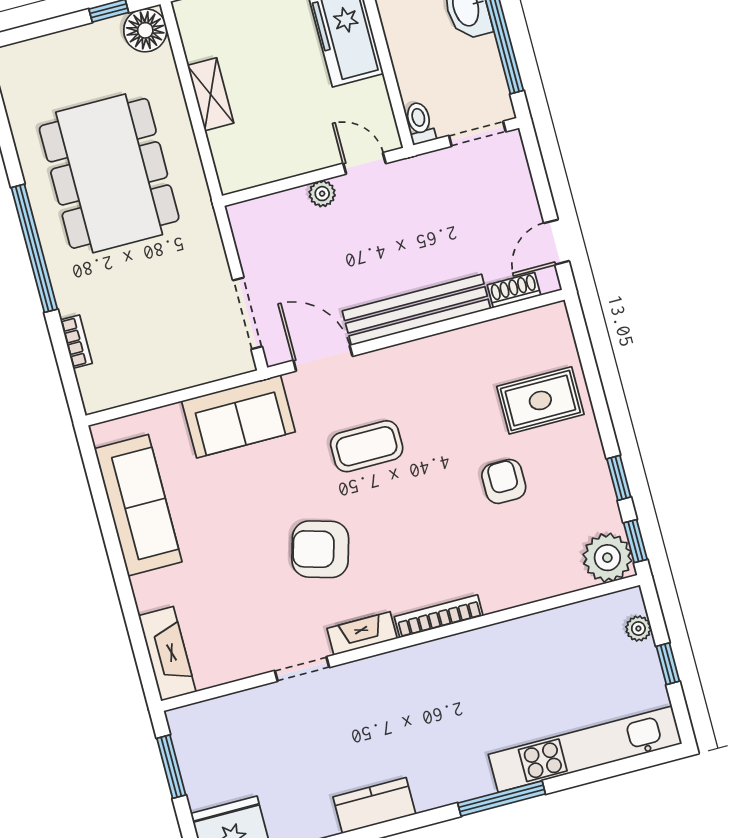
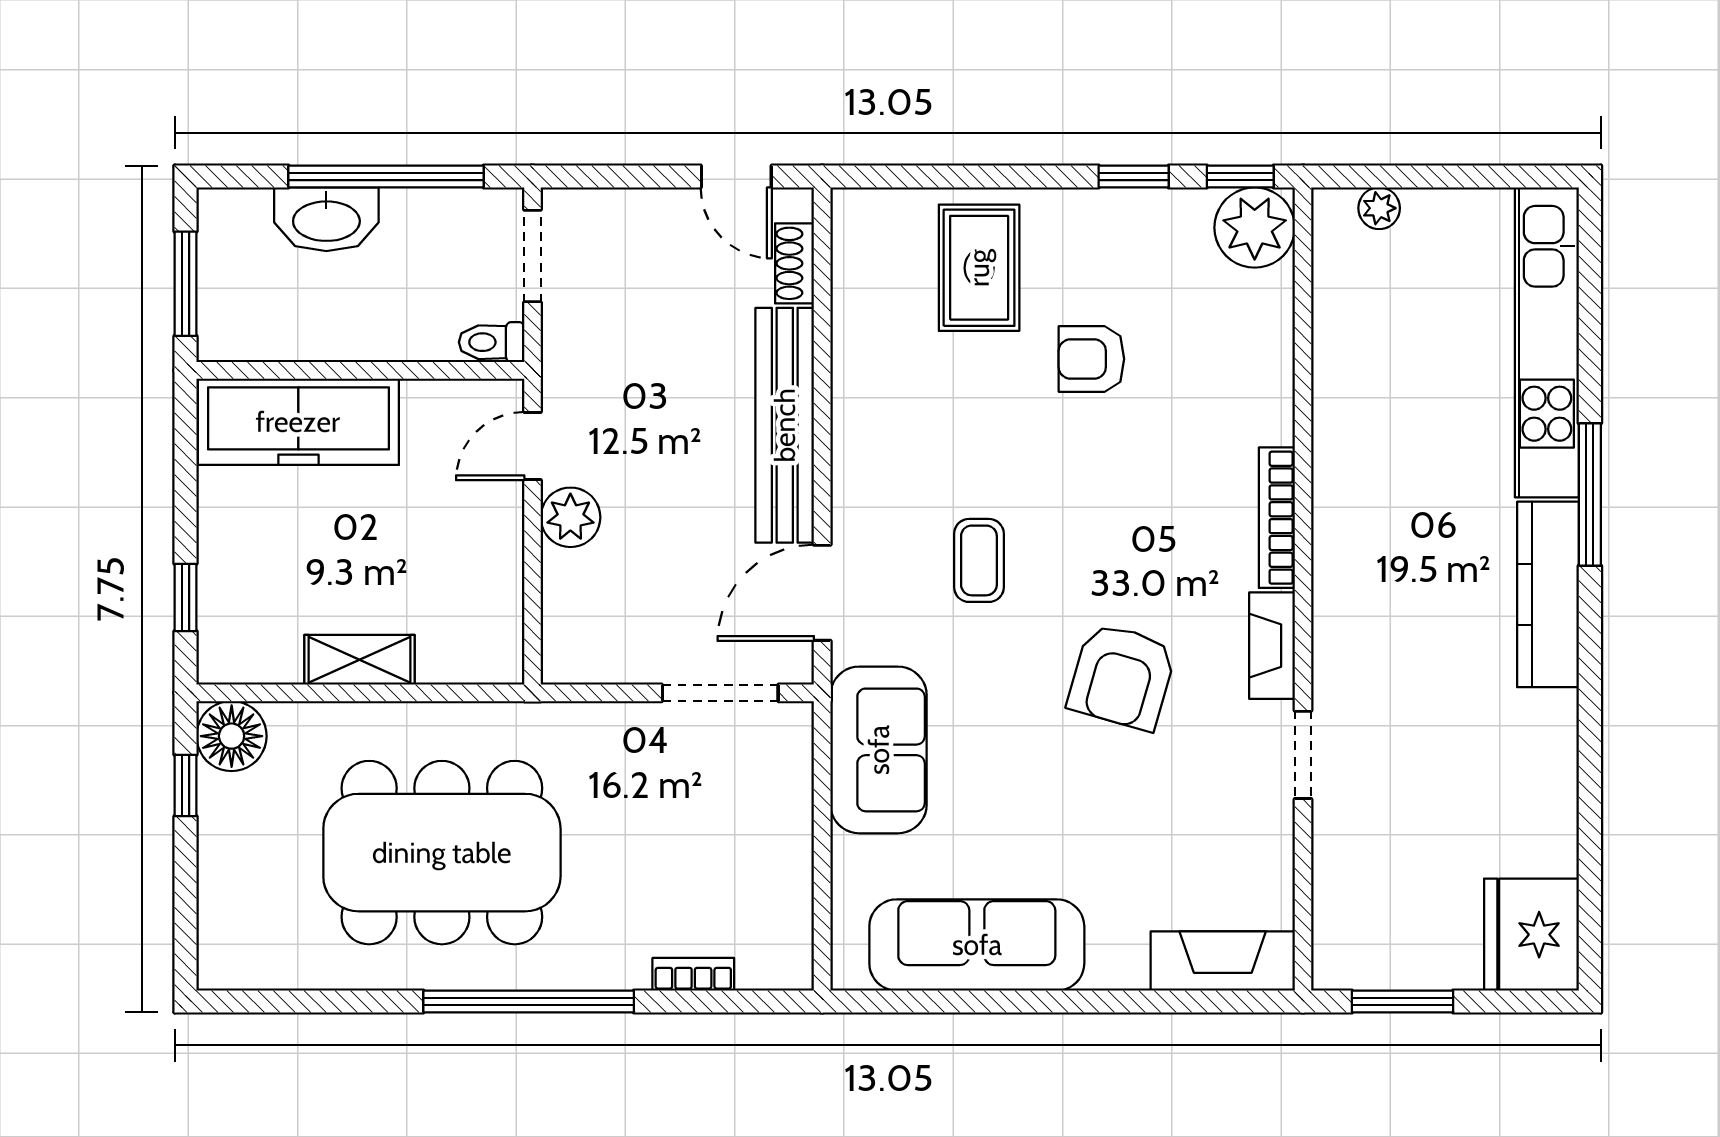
plant: (322, 194) -> (570, 517), width x1.38, depth x1.38
coffee table: (367, 446) -> (979, 560), width x0.73, depth x0.77
window: (668, 664) -> (1447, 176), removed
kitchen counter: (374, 805) -> (1548, 594), moved, width x1.50

